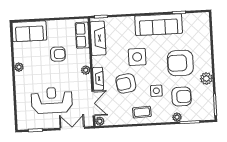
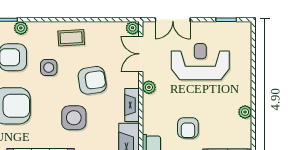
armchair: (58, 54) -> (188, 128), turned -90
plant: (86, 70) -> (149, 87), moved
fireplace: (98, 79) -> (132, 105), moved
reception desk: (52, 100) -> (200, 62), turned 180

